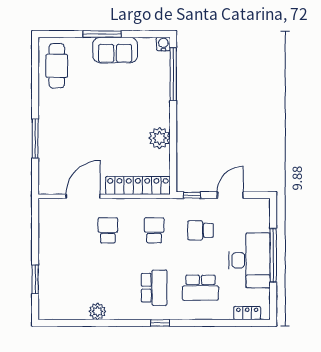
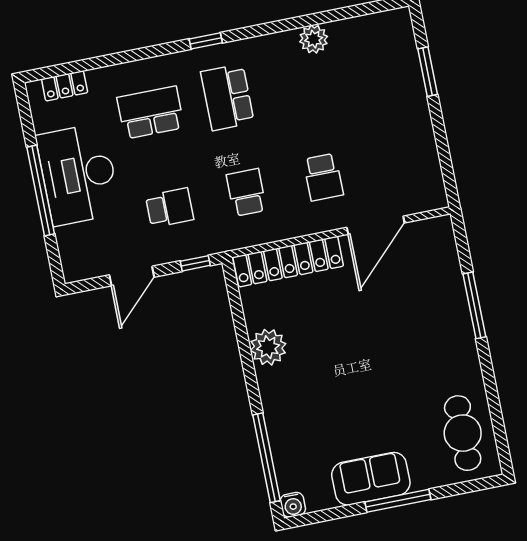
school desk: (154, 230) -> (246, 192), turned 180

